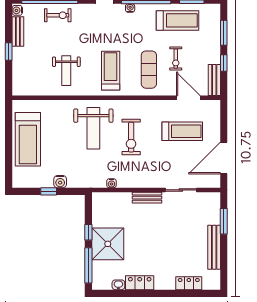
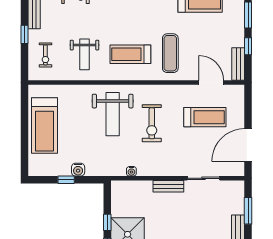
exercise bike: (176, 59) -> (45, 55), moved
treadmill: (111, 71) -> (130, 54), turned -90

